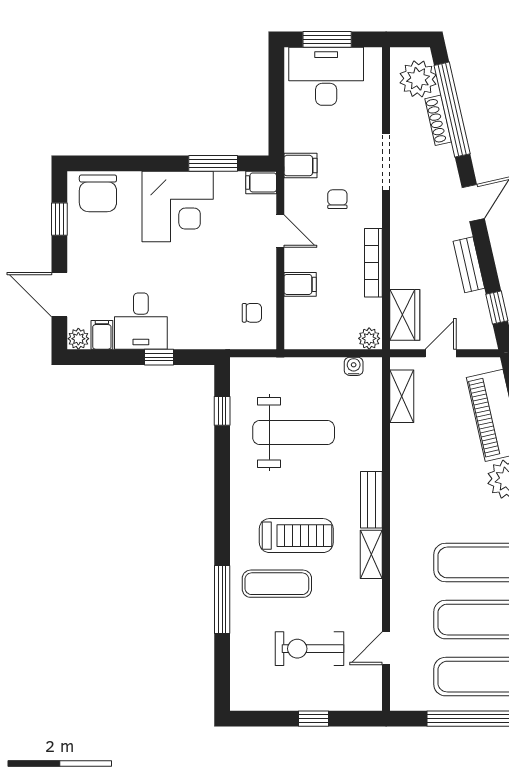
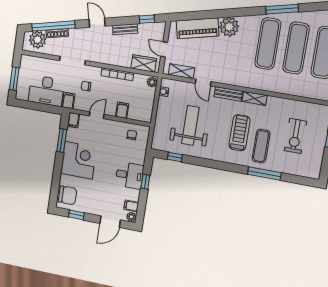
desk: (326, 76) -> (46, 91), moved, turned -90
desk: (141, 321) -> (129, 175), moved
door: (386, 648) -> (203, 82), moved

